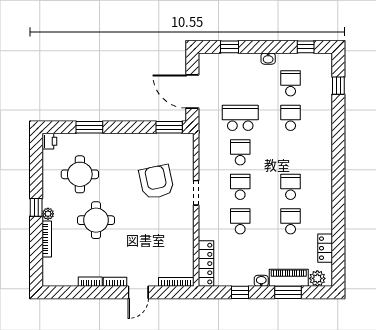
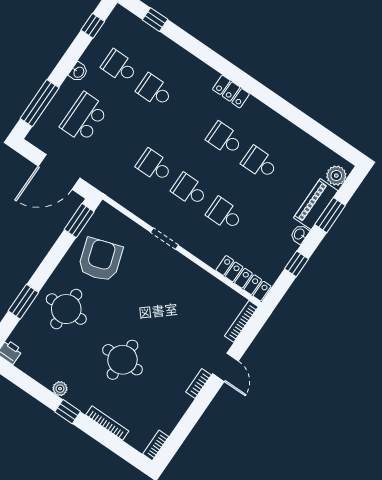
window: (229, 47) -> (40, 103), width x2.17
school desk: (240, 118) -> (84, 118), moved
round table: (80, 174) -> (66, 309), moved
armchair: (156, 182) -> (100, 260), moved, turned 84
plant: (48, 214) -> (60, 389), moved
locker: (325, 248) -> (231, 92), moved
bookcase: (90, 282) -> (156, 445), moved

